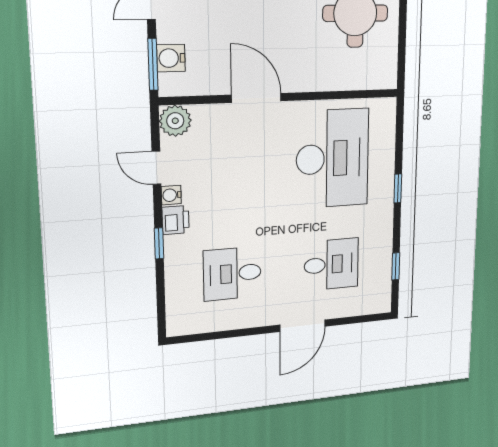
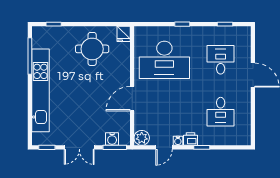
fridge: (383, 77) -> (124, 34), added
desk: (333, 158) -> (164, 60), turned 180

